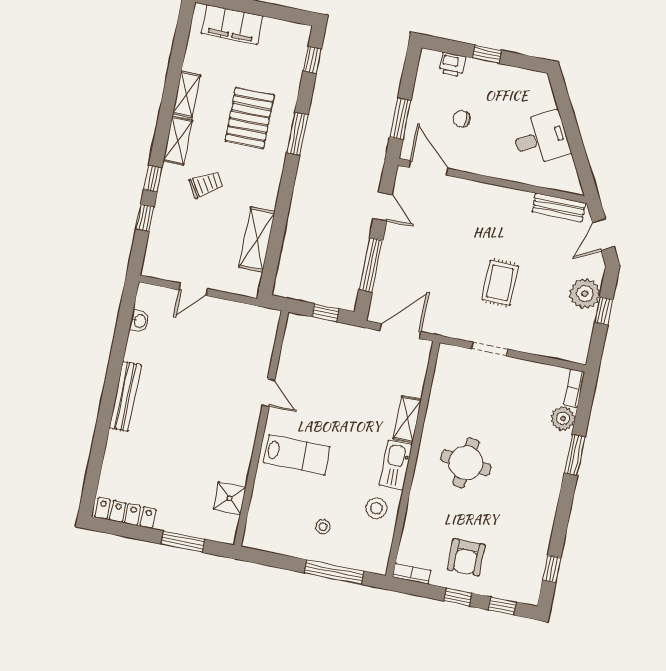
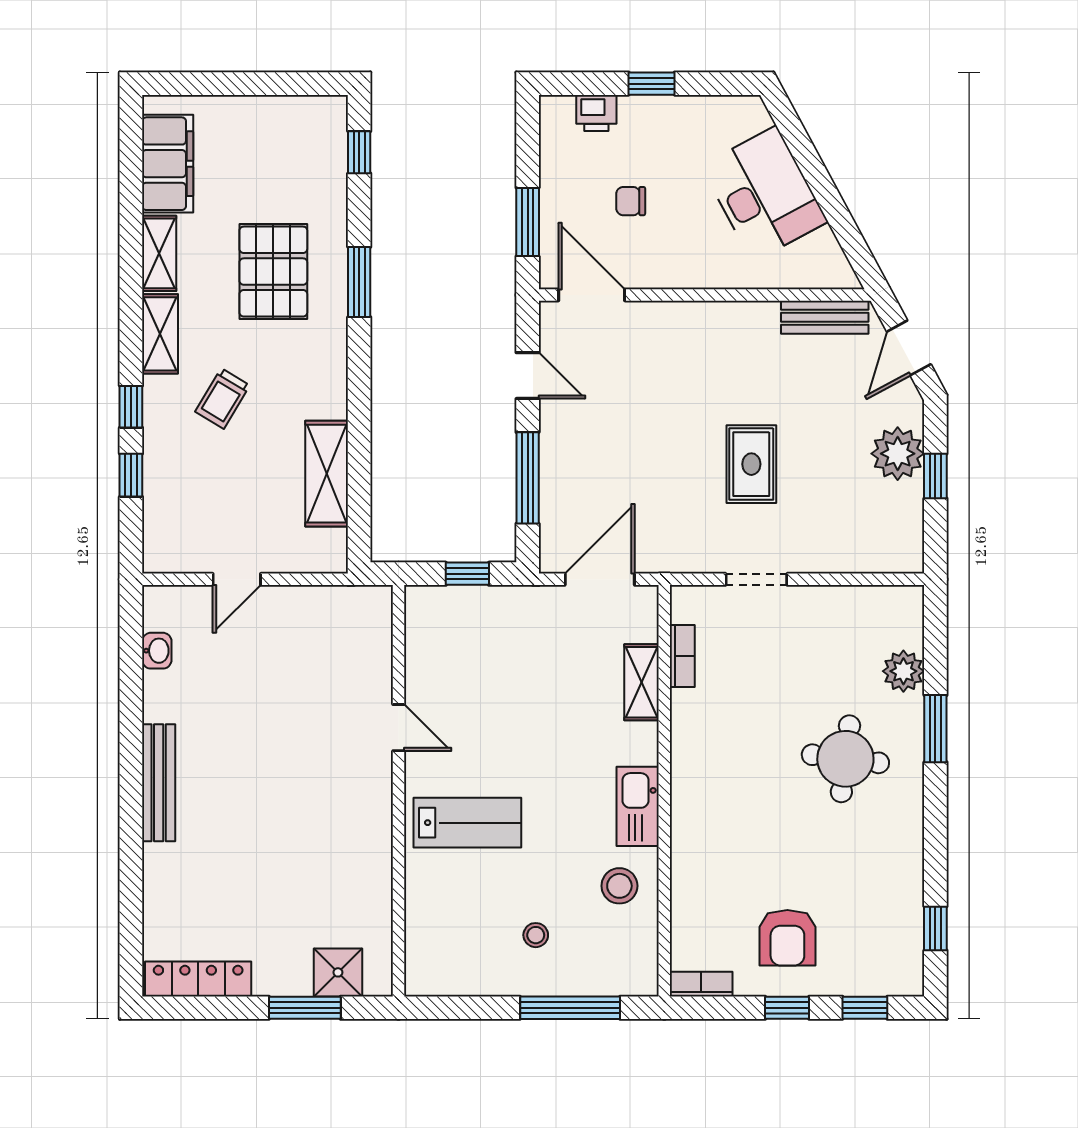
filing cabinet: (232, 25) -> (168, 164), moved, turned -90
desk: (541, 138) -> (764, 194), width x1.37
trolley: (206, 185) -> (222, 399), turned 152
bookcase: (574, 388) -> (682, 656), moved, turned 180
shelving: (407, 419) -> (641, 682), moved
round table: (466, 463) -> (845, 759), moved
shower: (230, 498) -> (338, 972), moved

